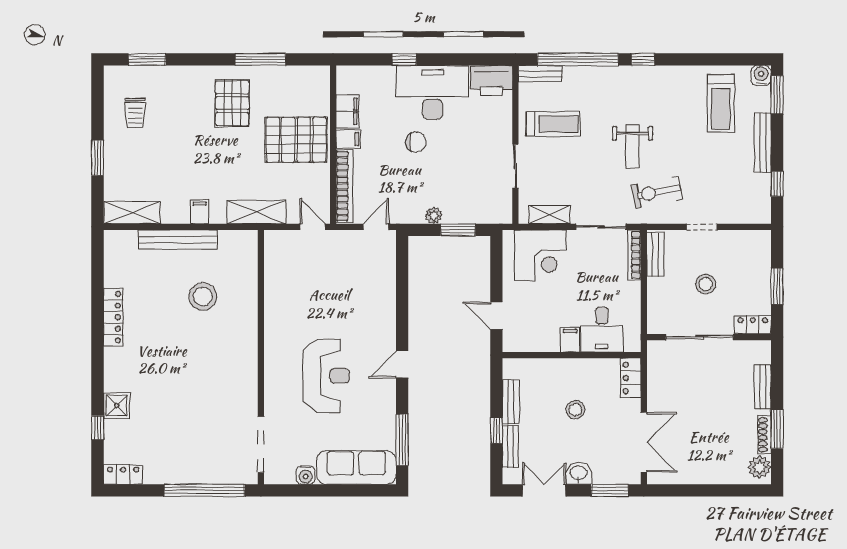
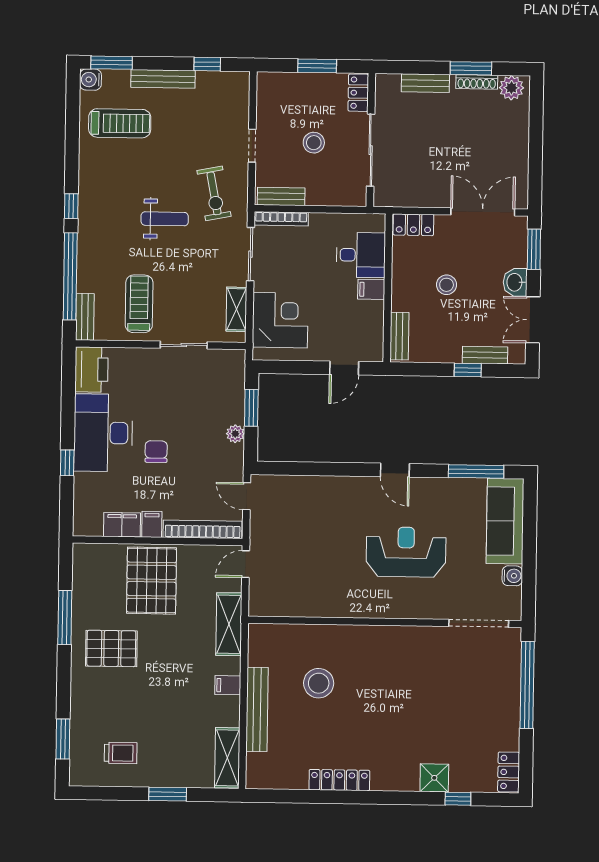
bench: (511, 402) -> (399, 336), moved, turned 90

